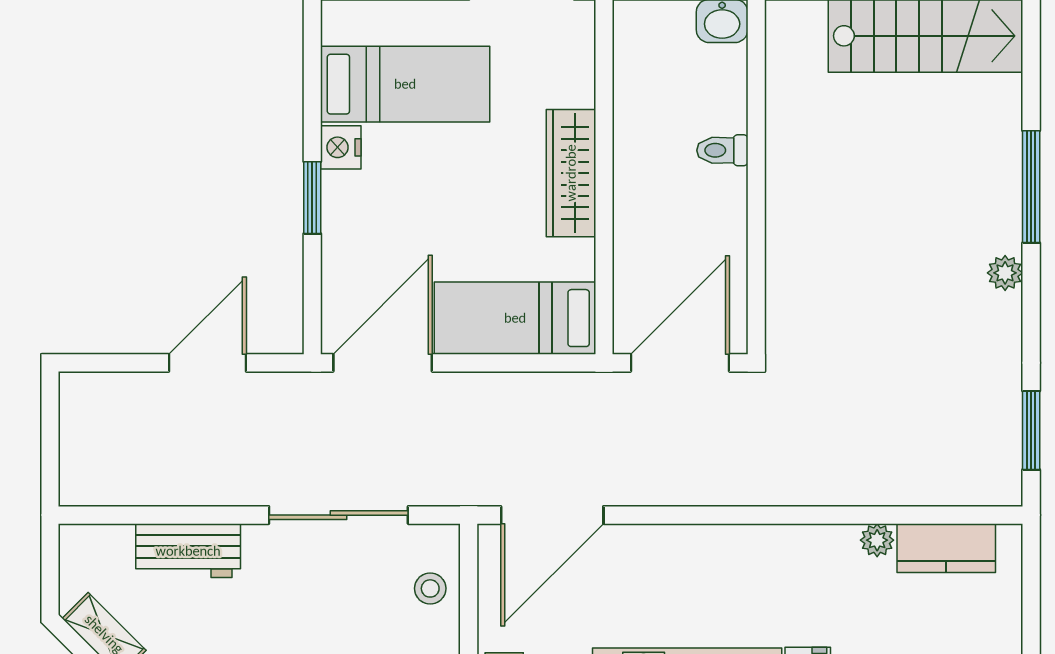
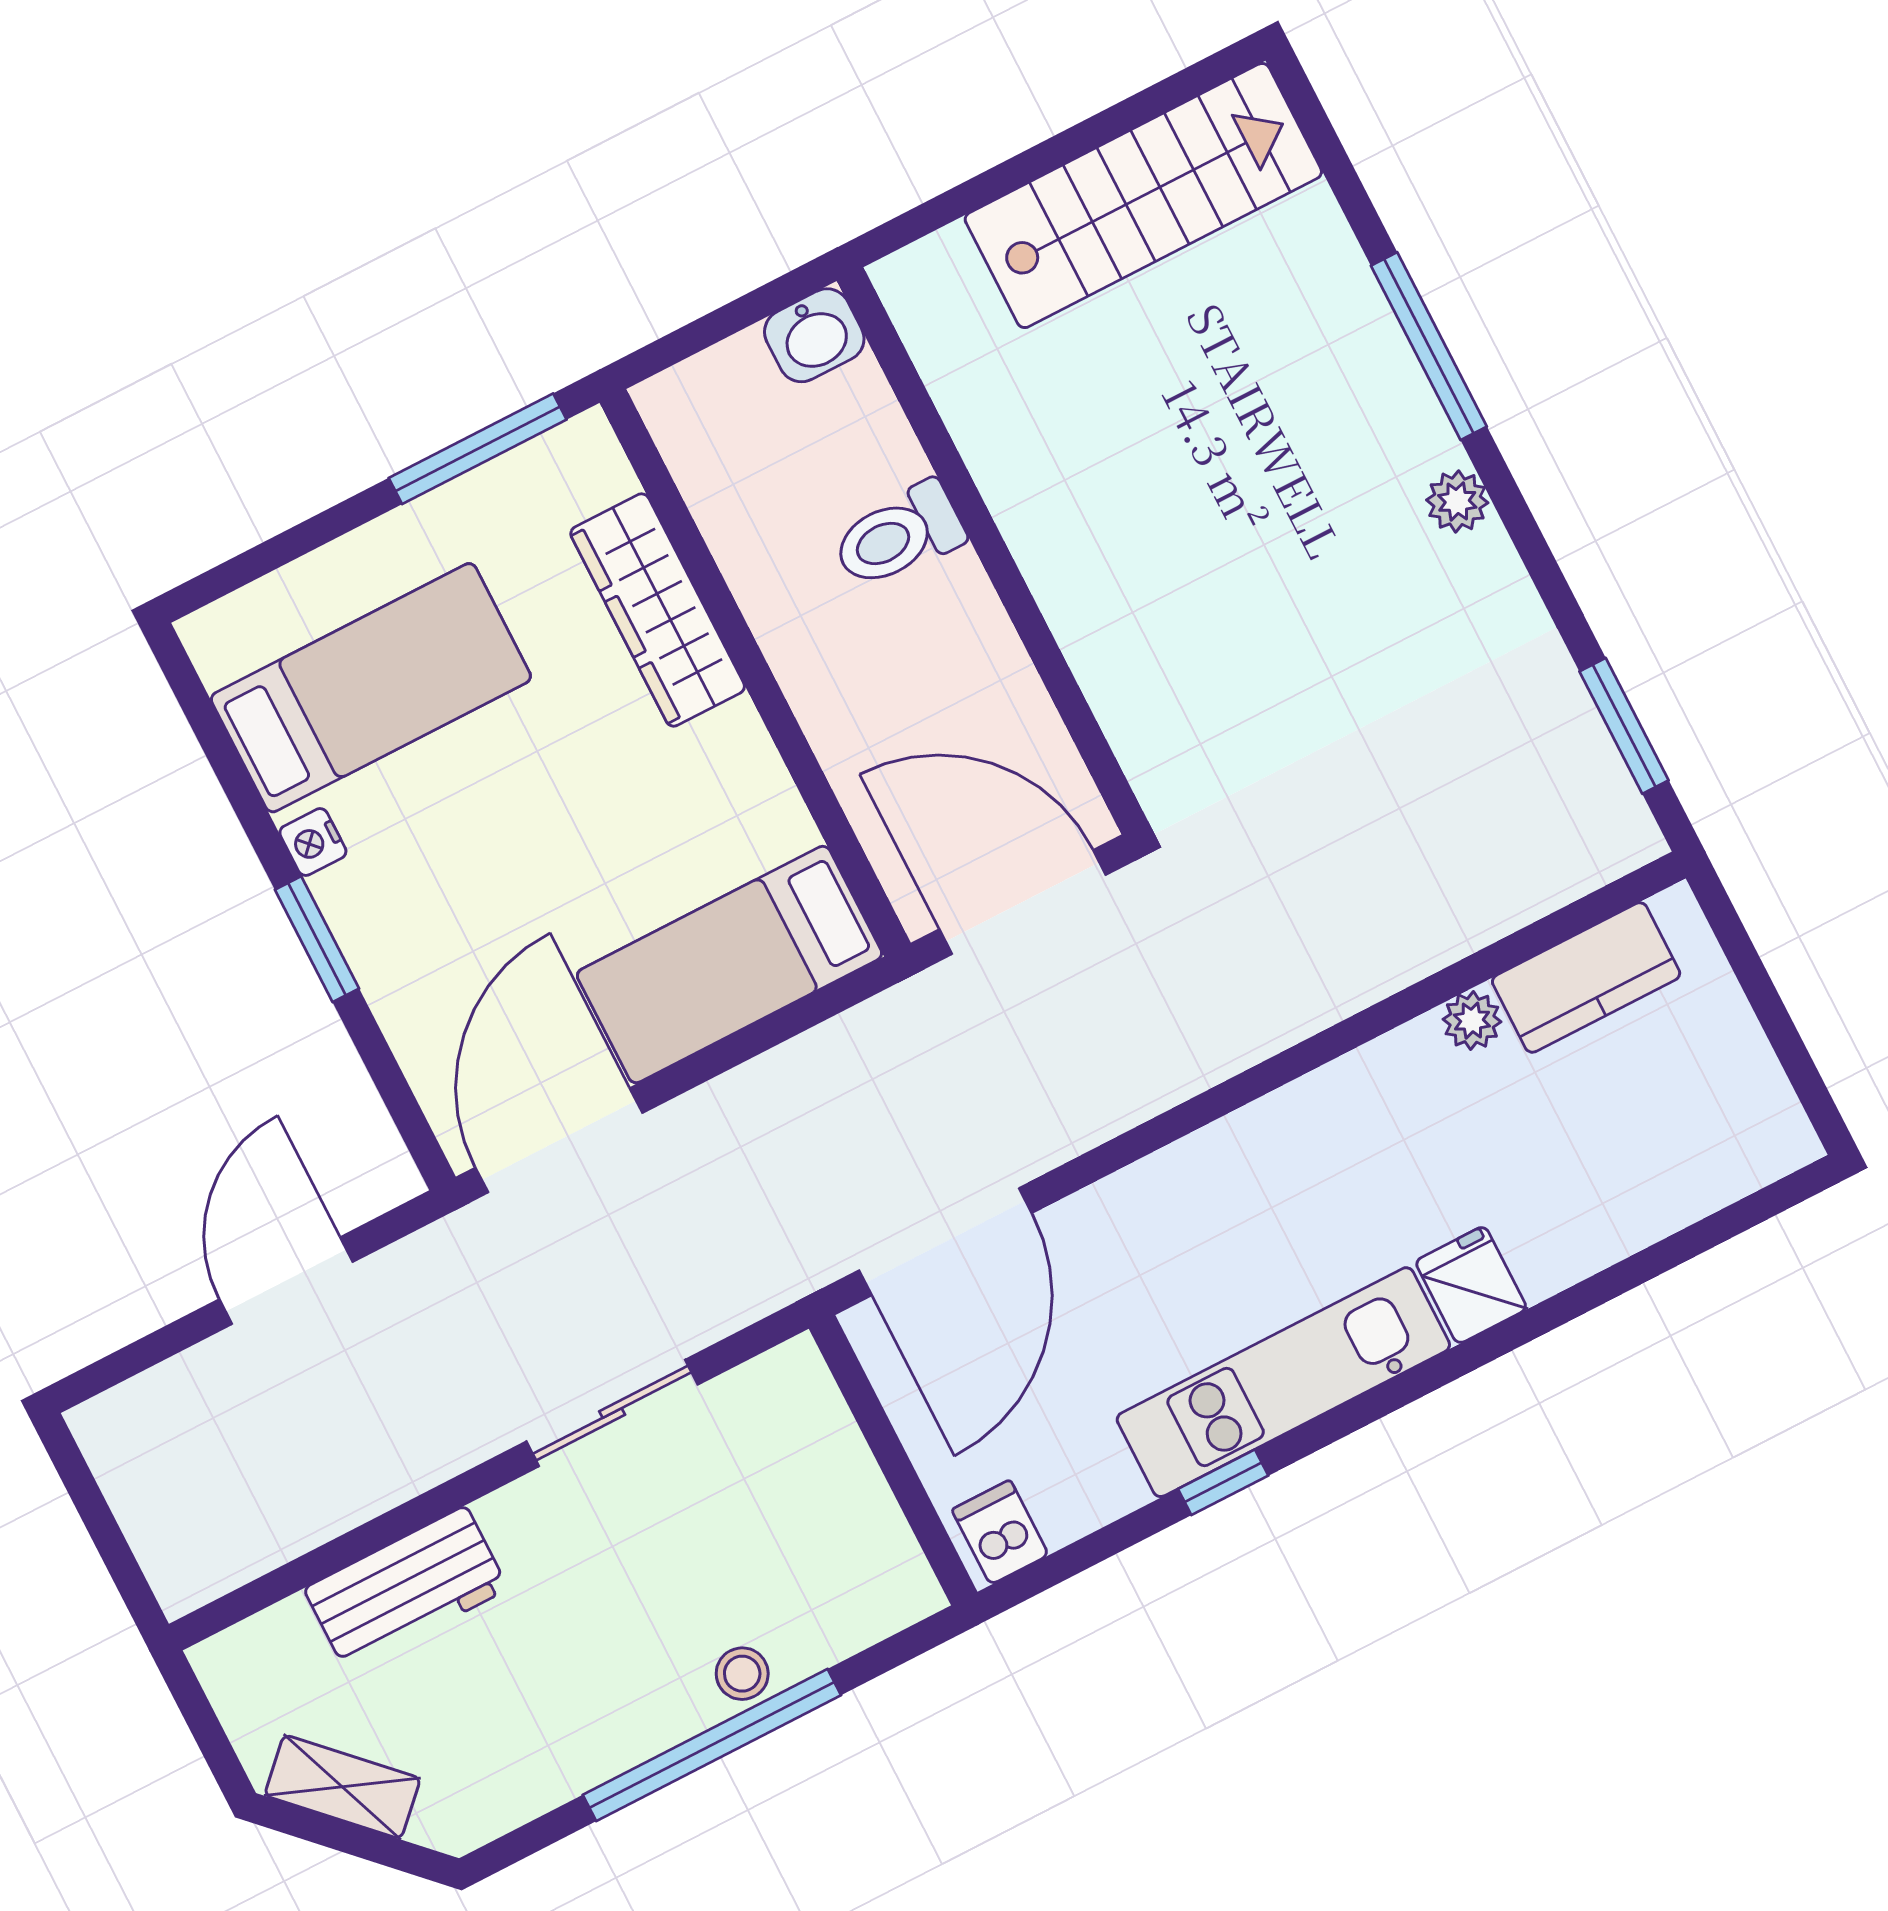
nightstand: (341, 147) -> (313, 842), width x0.72, depth x0.74
toilet: (722, 150) -> (898, 536), width x1.37, depth x1.39
wardrobe: (571, 173) -> (658, 610), moved
door: (680, 363) -> (1023, 902), hinge flipped
sliding door: (338, 515) -> (612, 1413), width x0.73
stool: (430, 588) -> (814, 1454), removed

